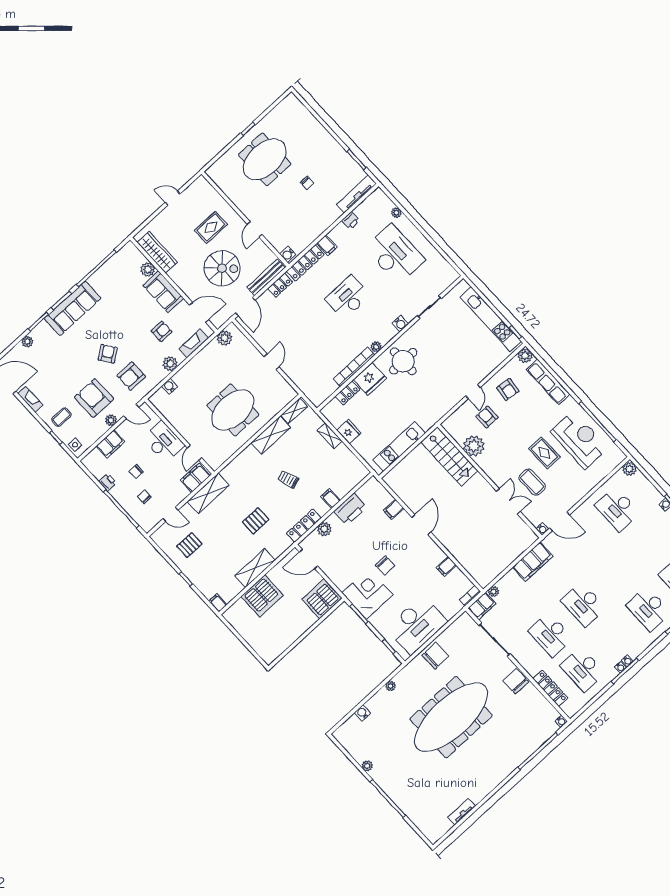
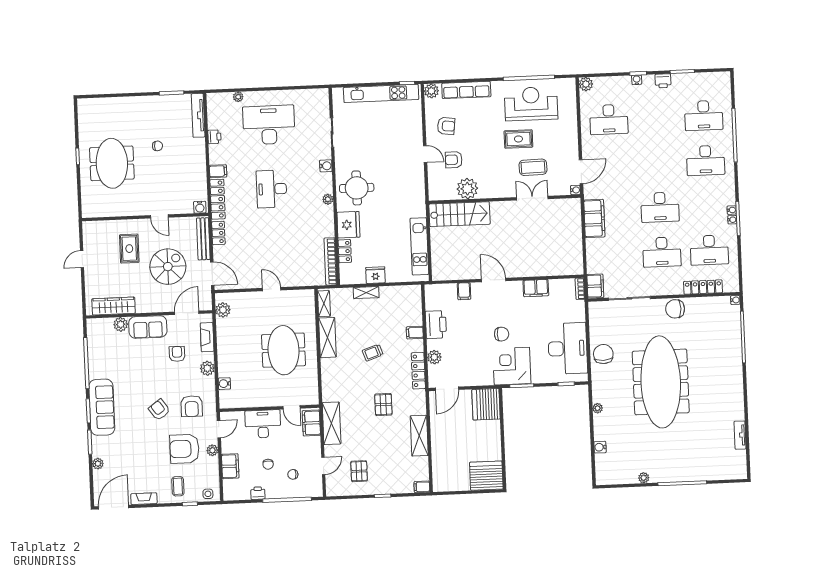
bookcase: (354, 367) -> (330, 261), moved
filing cabinet: (446, 566) -> (536, 288), width x2.00
plant: (494, 592) -> (592, 268), removed
server rack: (262, 596) -> (486, 476), moved, turned -90

